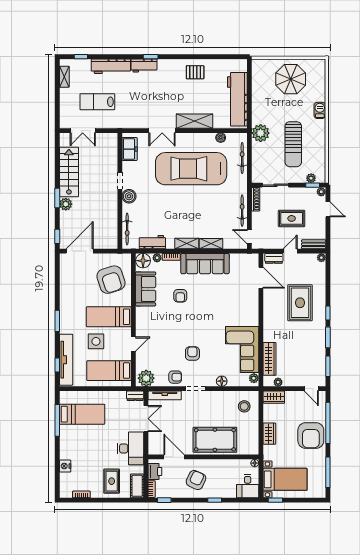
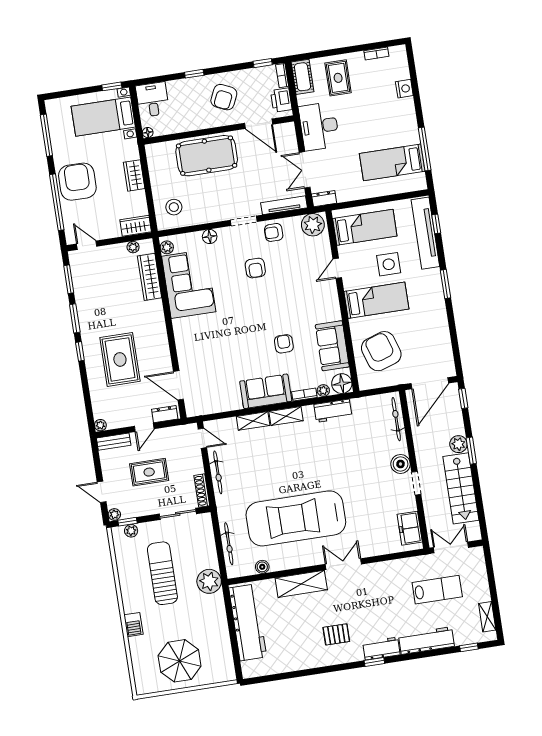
pallet: (195, 72) -> (336, 634), moved
freezer: (130, 149) -> (410, 528), moved
car: (191, 169) -> (296, 518), turned 180
doorway: (120, 181) -> (416, 483), moved
wall: (120, 191) -> (414, 469), moved
boiler: (129, 196) -> (401, 464), moved
bicycle: (127, 229) -> (396, 419), moved
sofa: (205, 264) -> (266, 391), width x0.73

